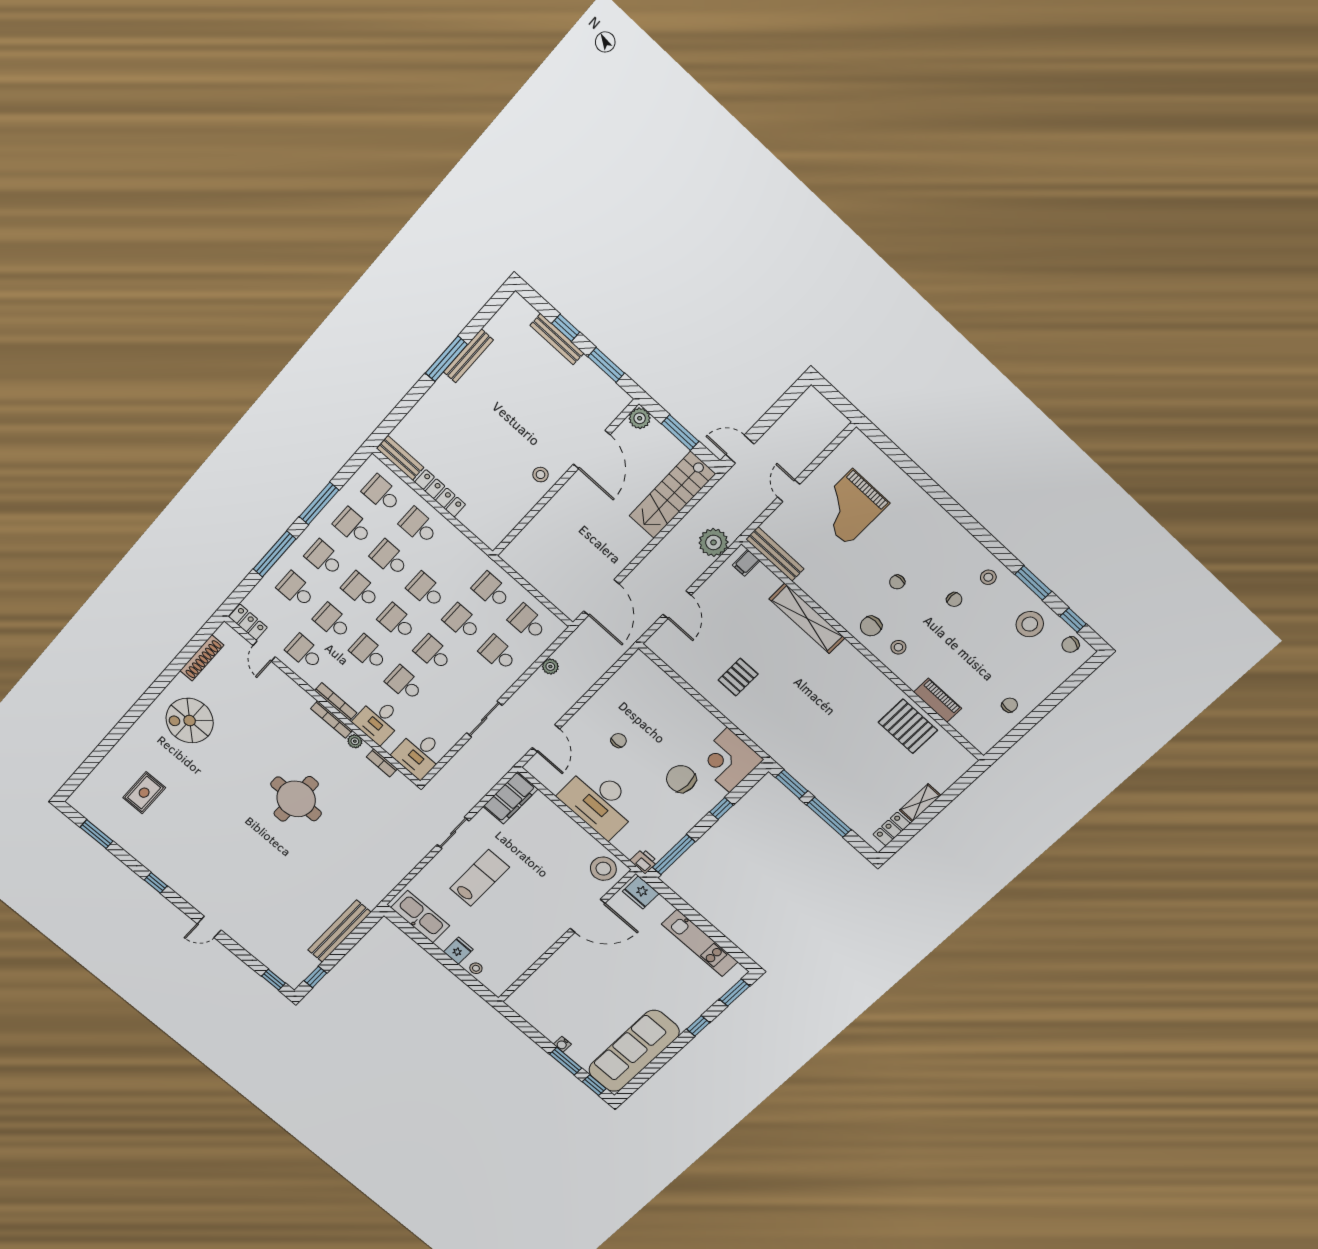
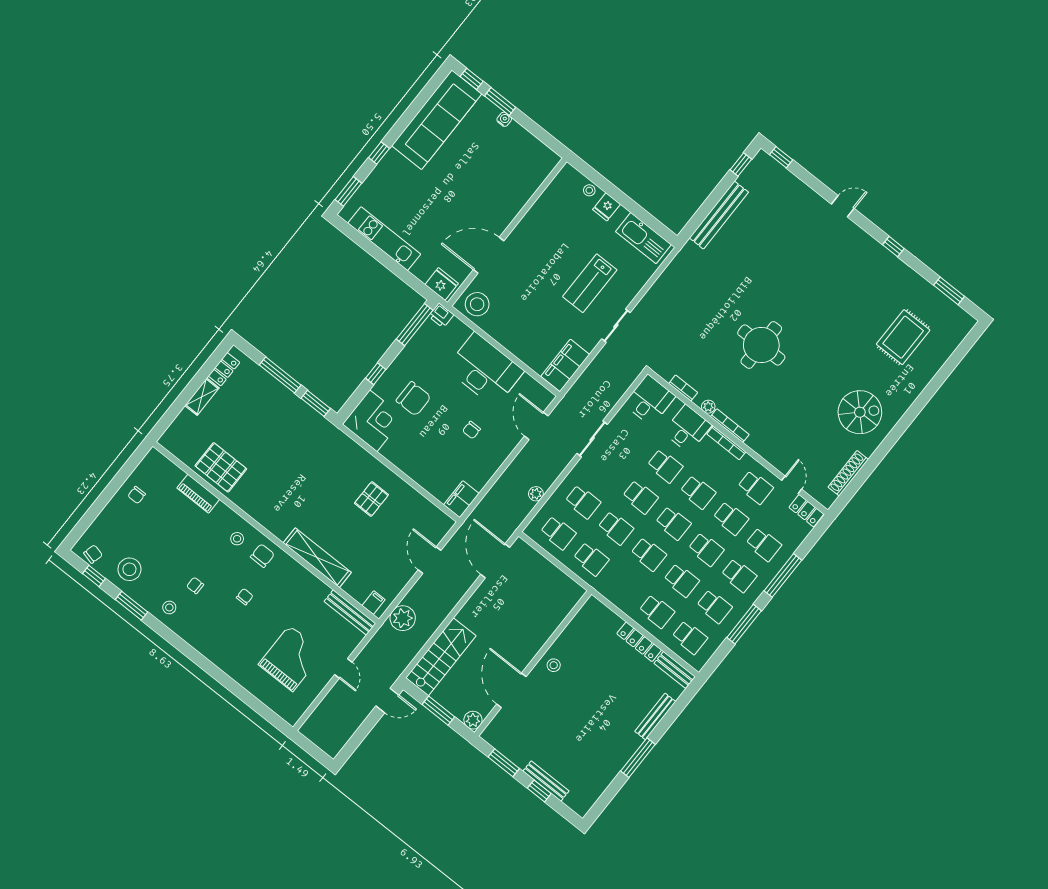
bench: (468, 356) -> (655, 716), moved
filing cabinet: (635, 668) -> (461, 499), added
rug: (144, 793) -> (903, 337), width x1.36, depth x1.43

